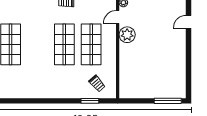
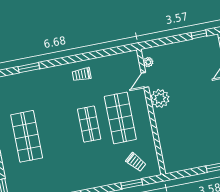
shop shelf: (64, 44) -> (89, 124), width x0.70, depth x0.74

